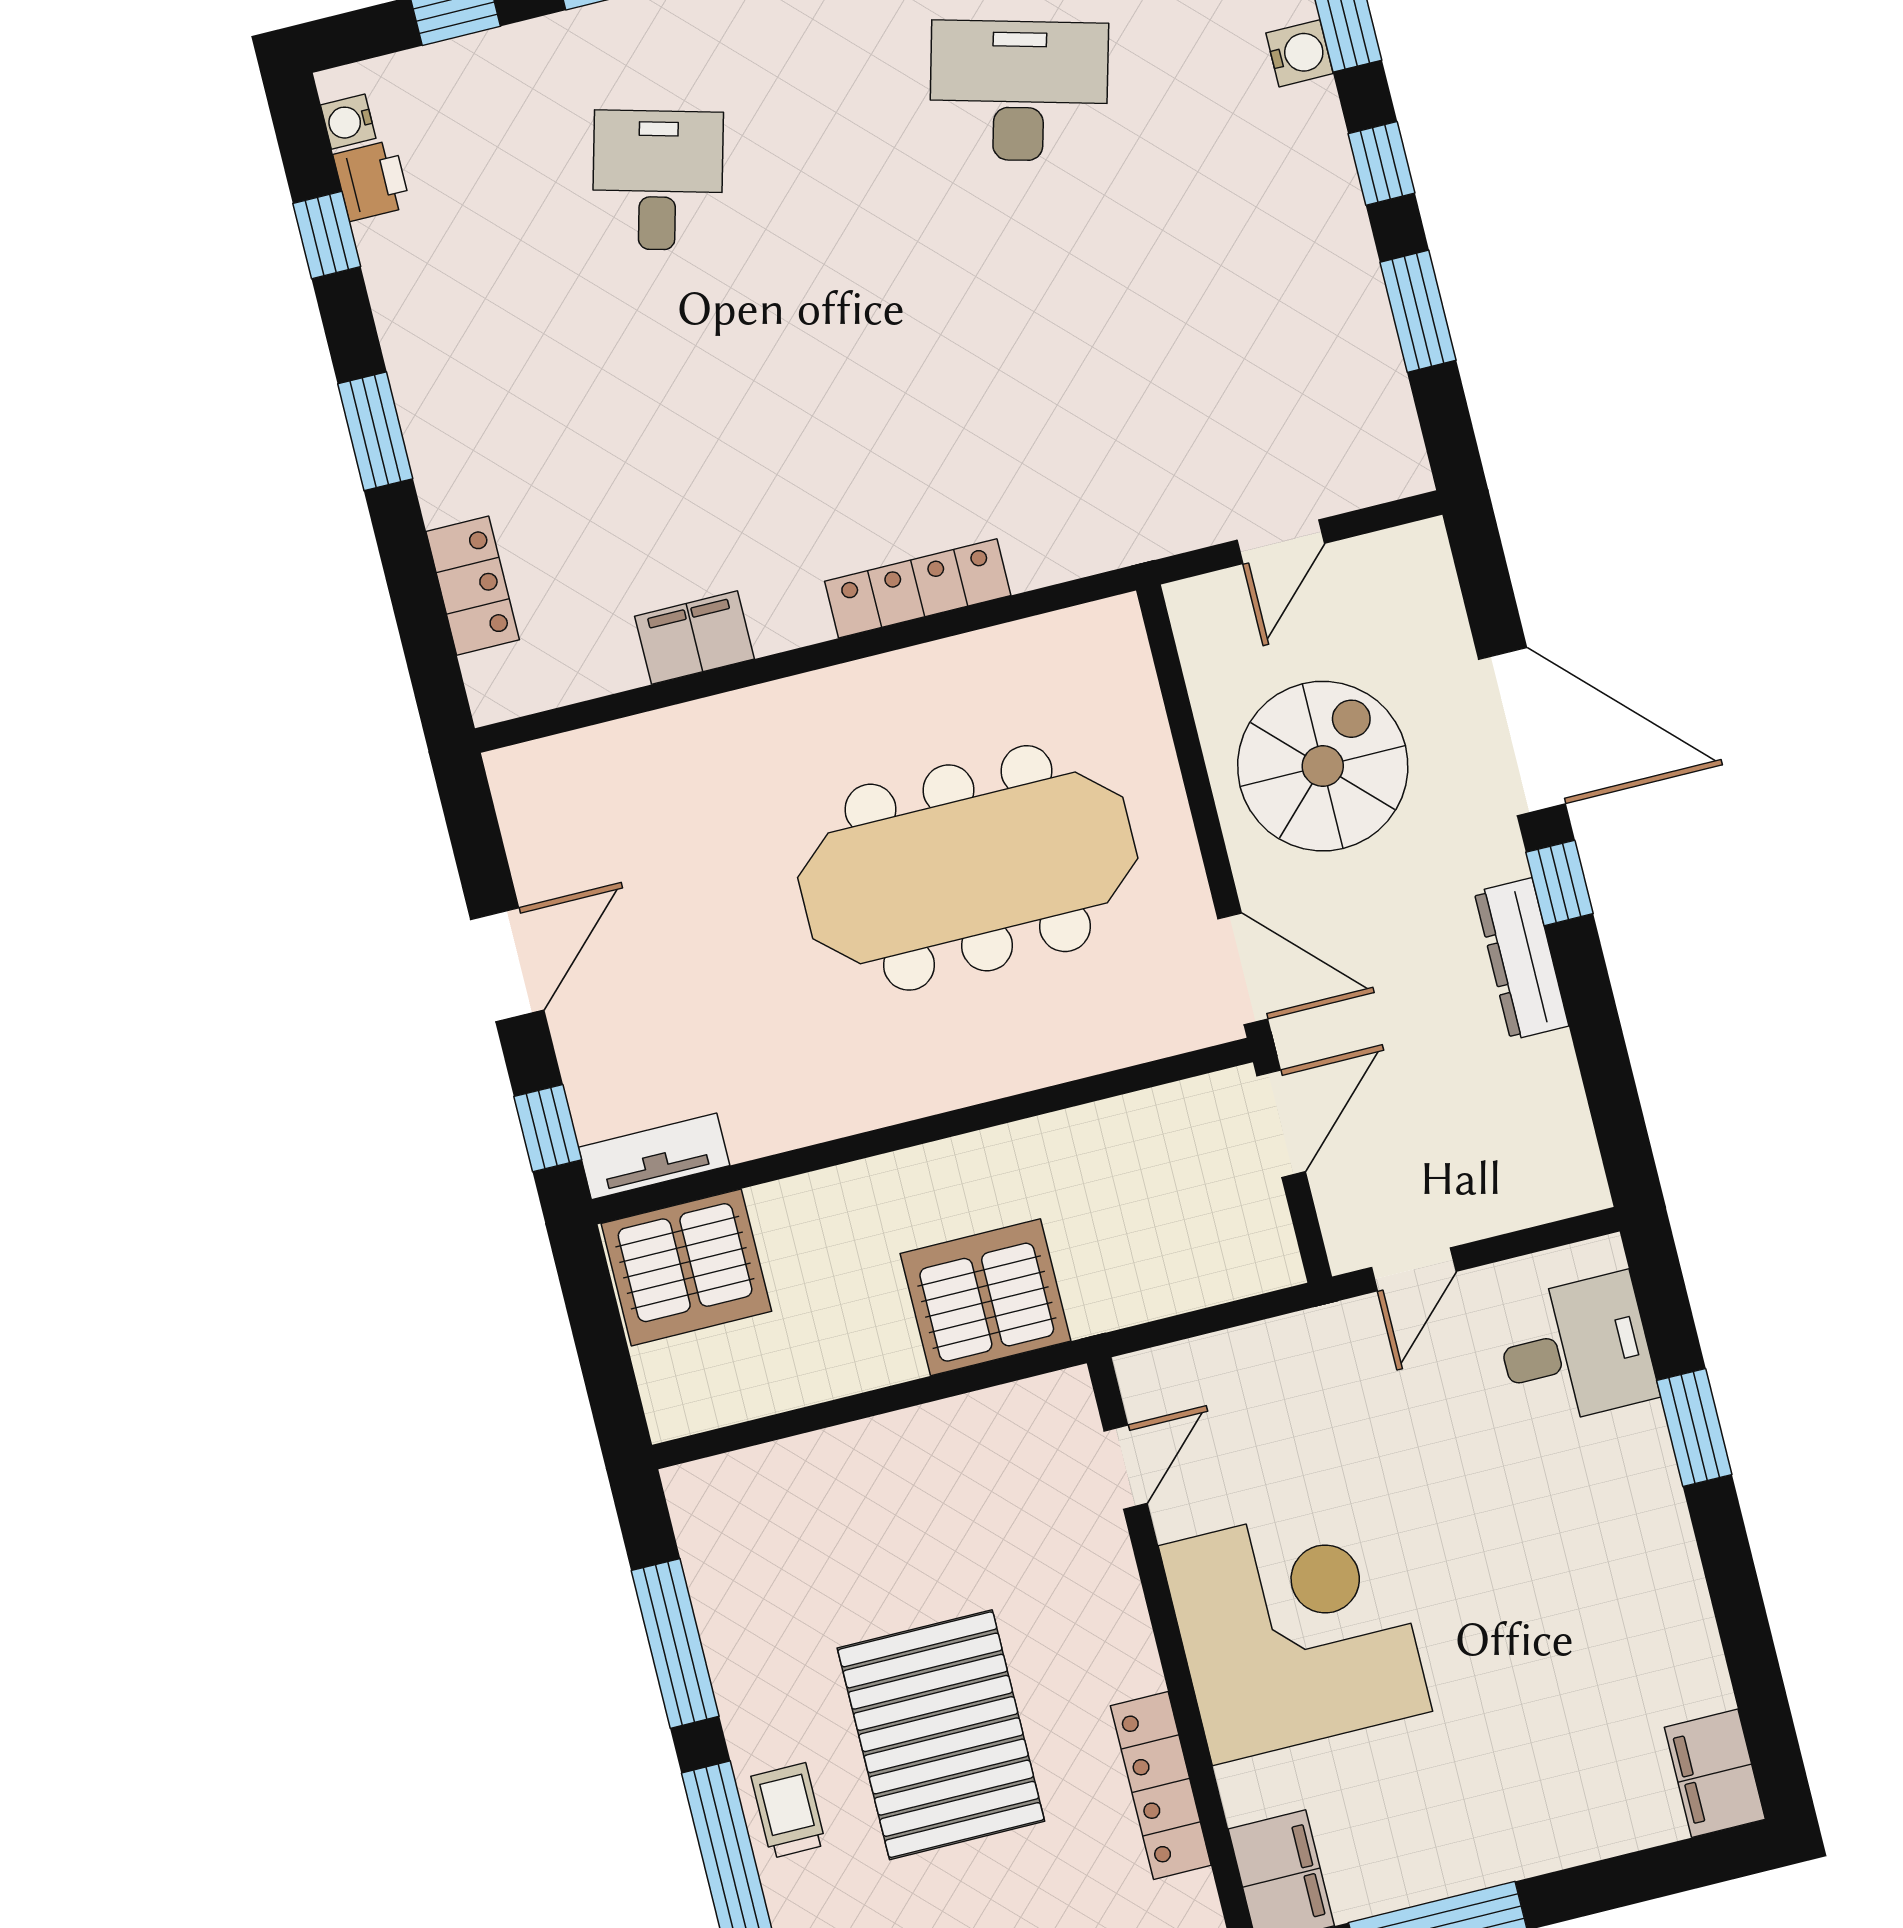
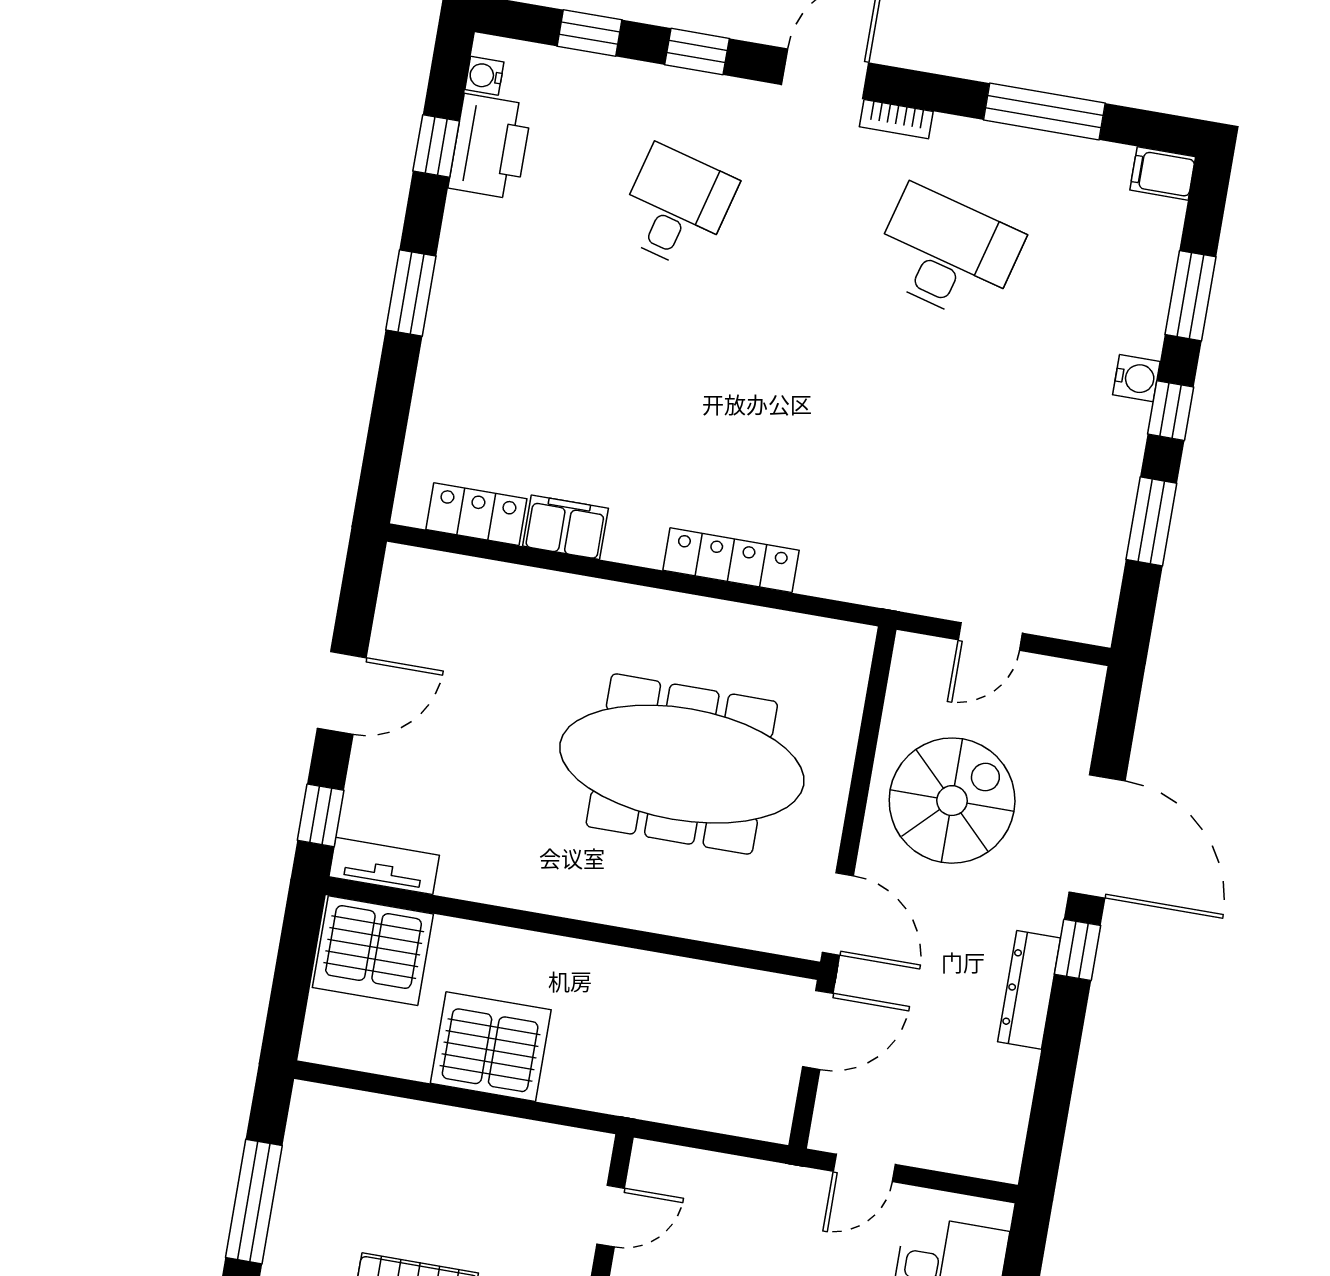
water cooler: (1300, 53) -> (1136, 378), moved
printer: (372, 181) -> (490, 147), width x1.87, depth x1.48
locker: (473, 586) -> (476, 514), moved, turned -90
server rack: (985, 1297) -> (491, 1047), moved

